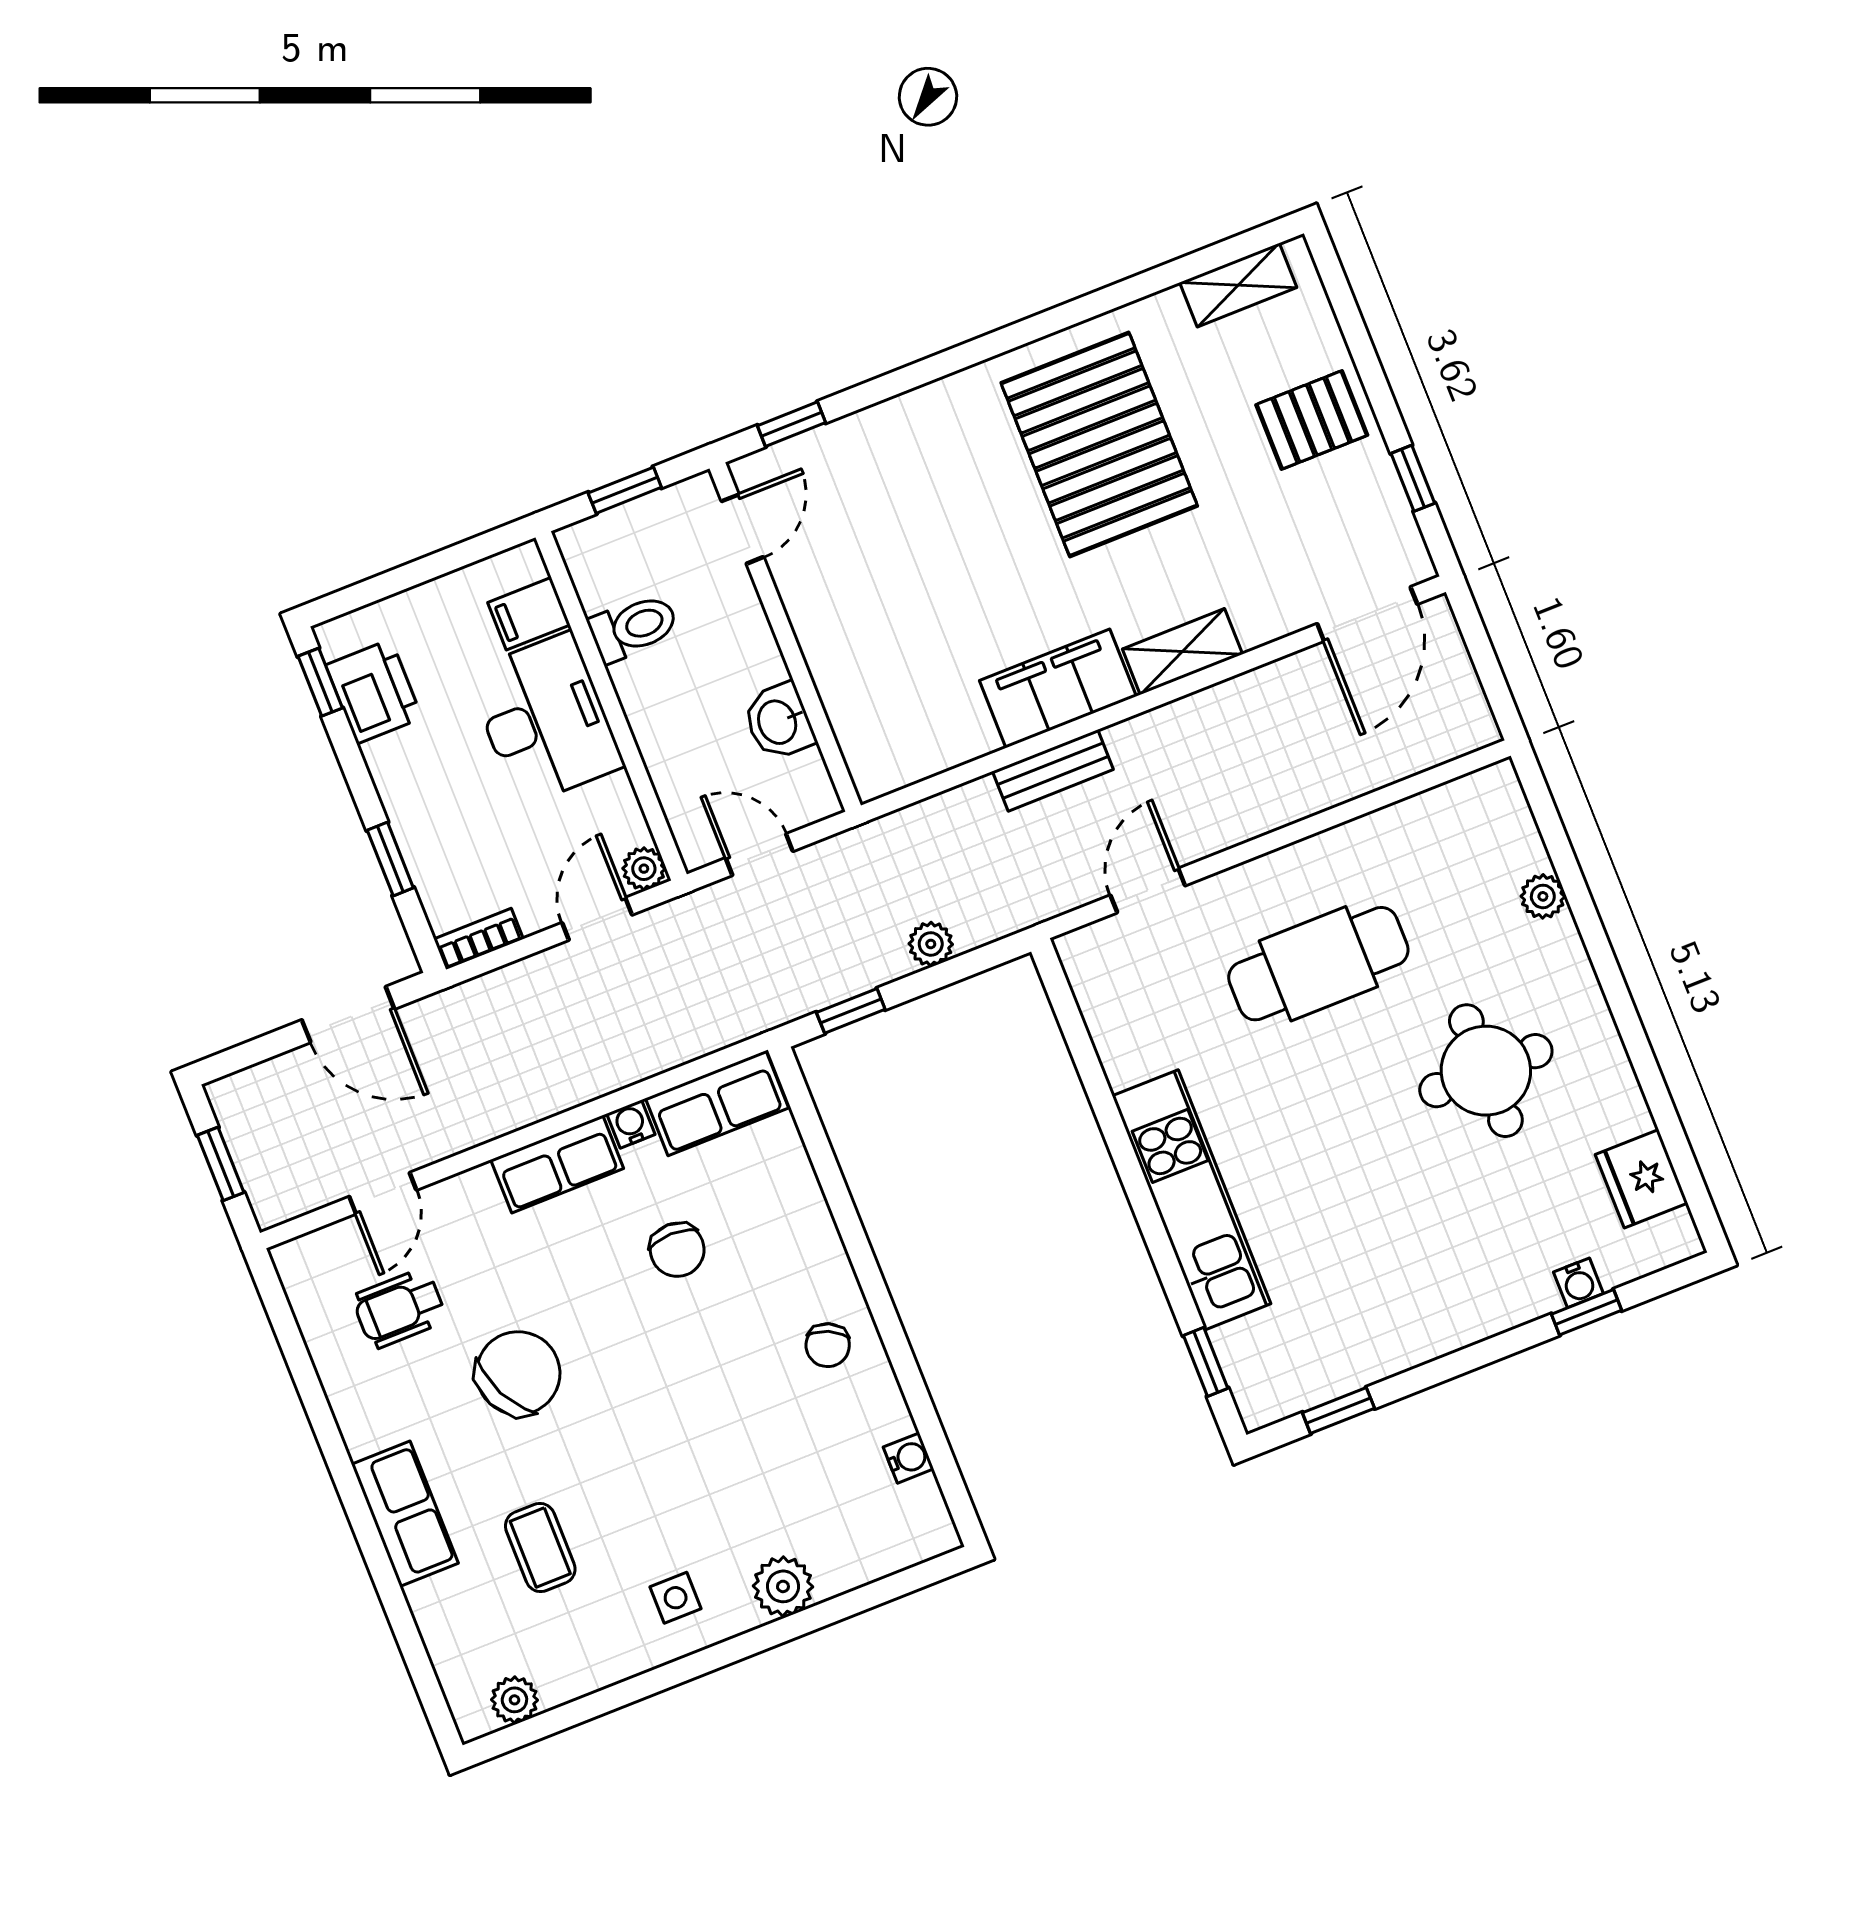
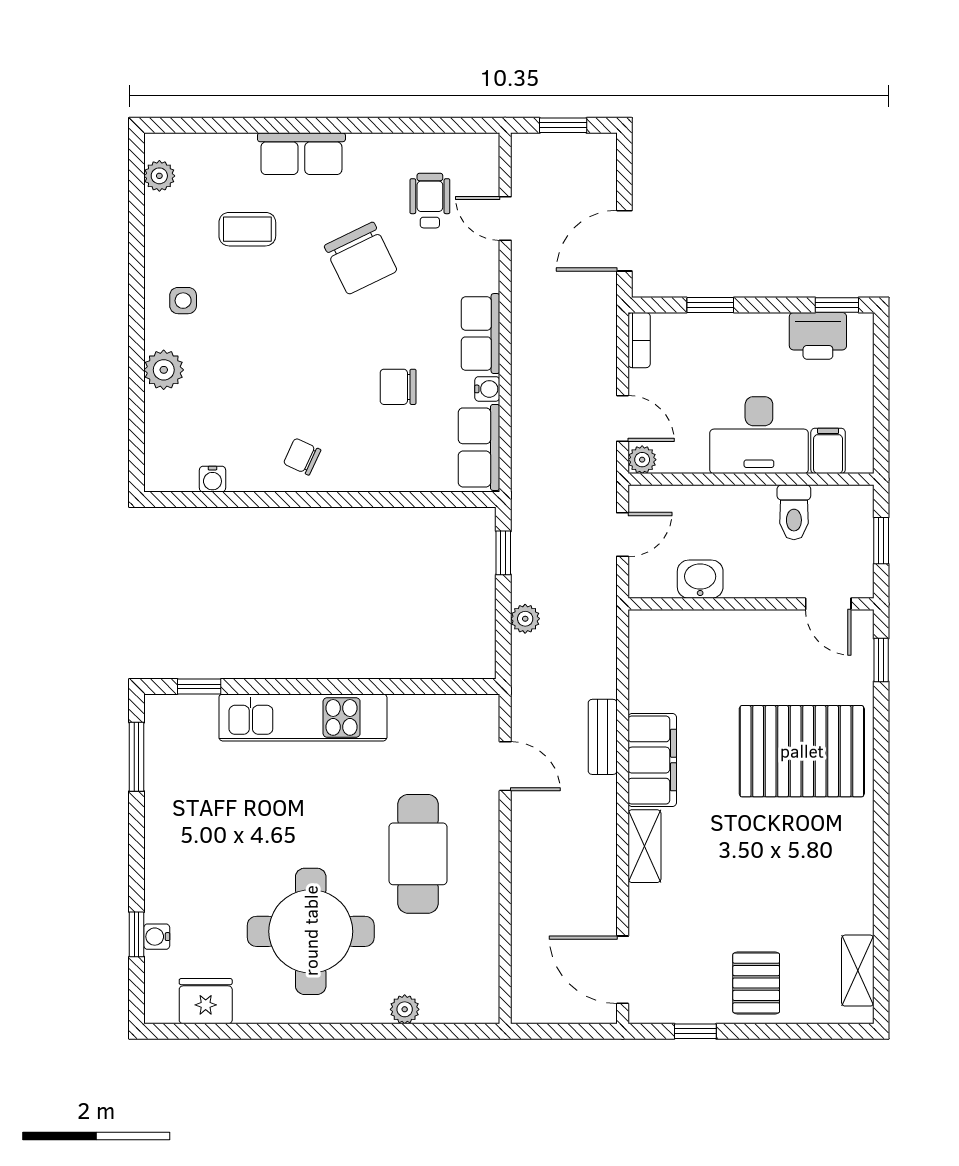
pallet: (1099, 444) -> (802, 751), moved
round table: (1486, 1071) -> (311, 931), width x1.36, depth x1.36
window: (1338, 1410) -> (137, 757), width x1.50

